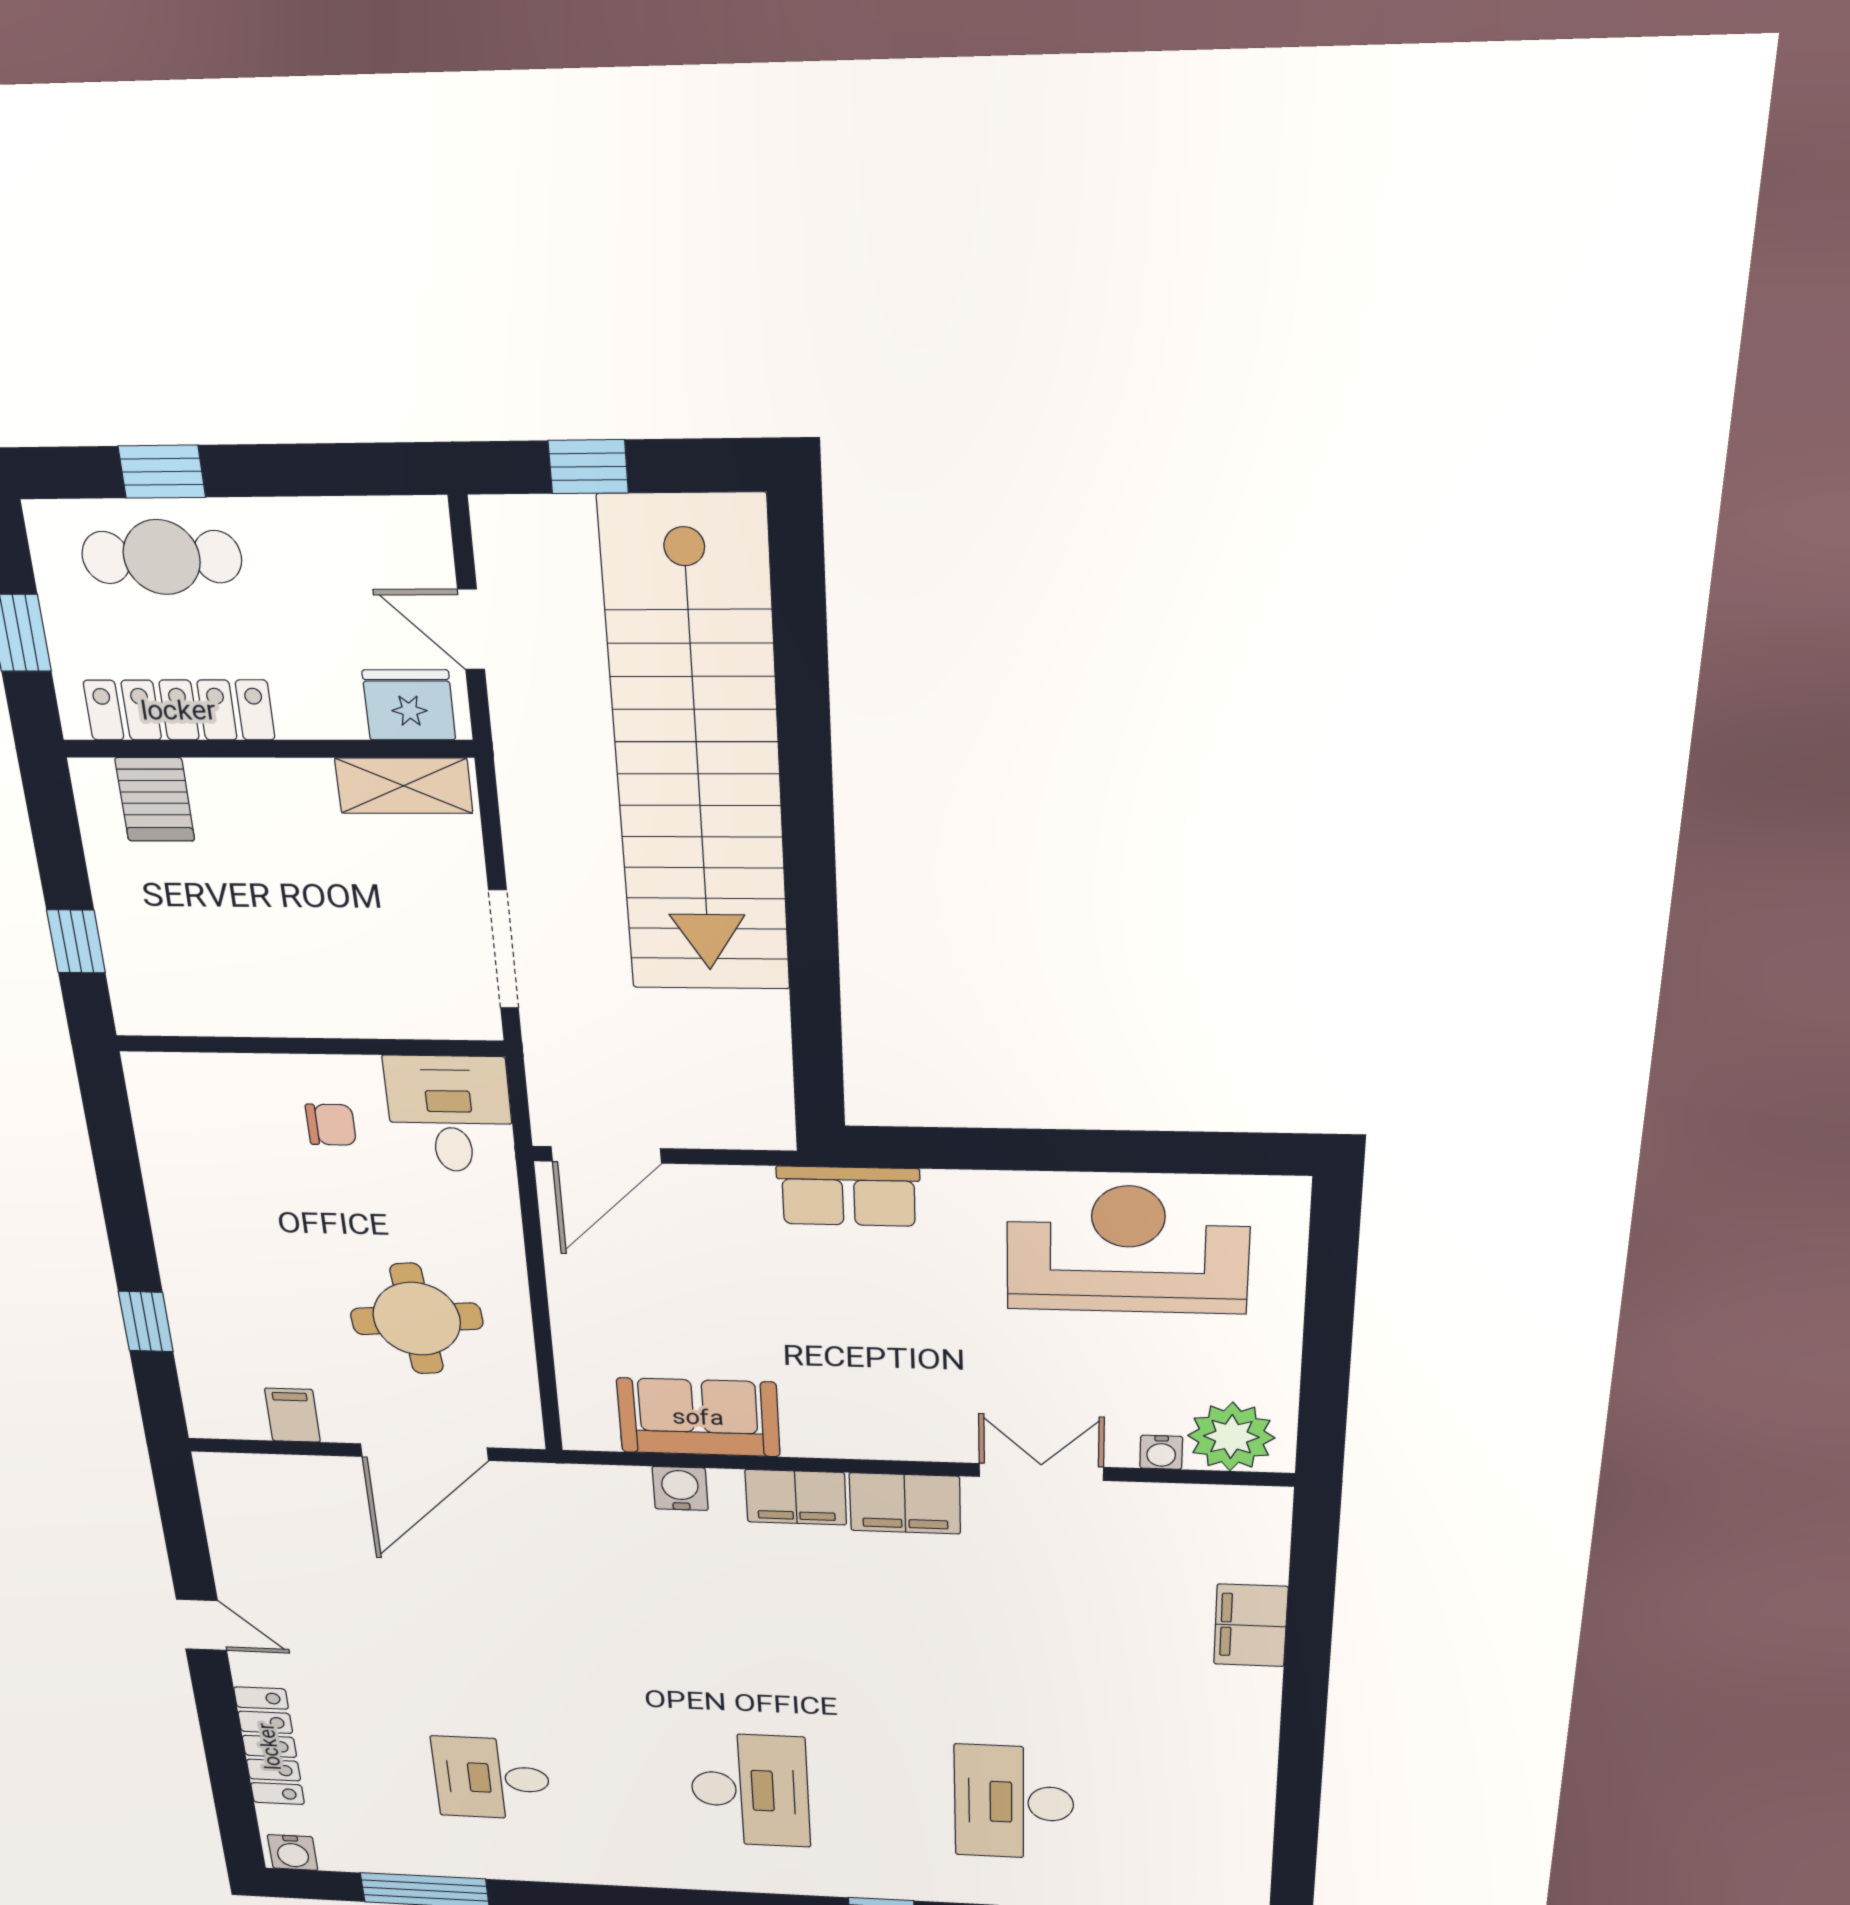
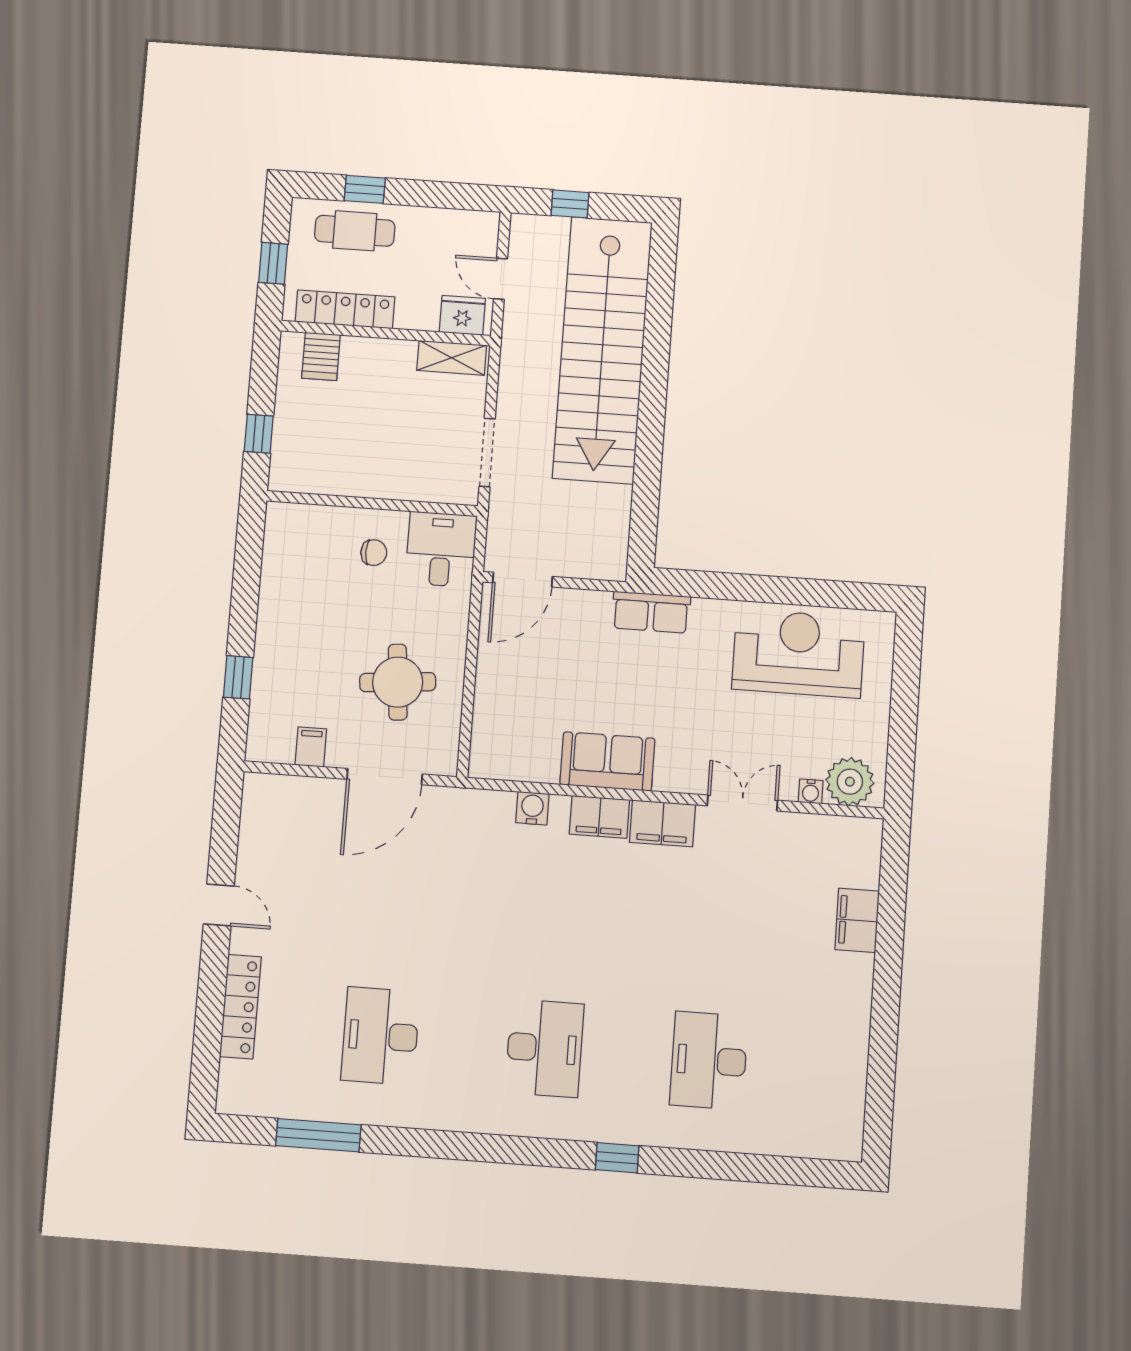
sofa: (698, 1417) -> (607, 761), moved
desk: (492, 1778) -> (380, 1036), width x1.37
water cooler: (293, 1852) -> (236, 1100), removed

